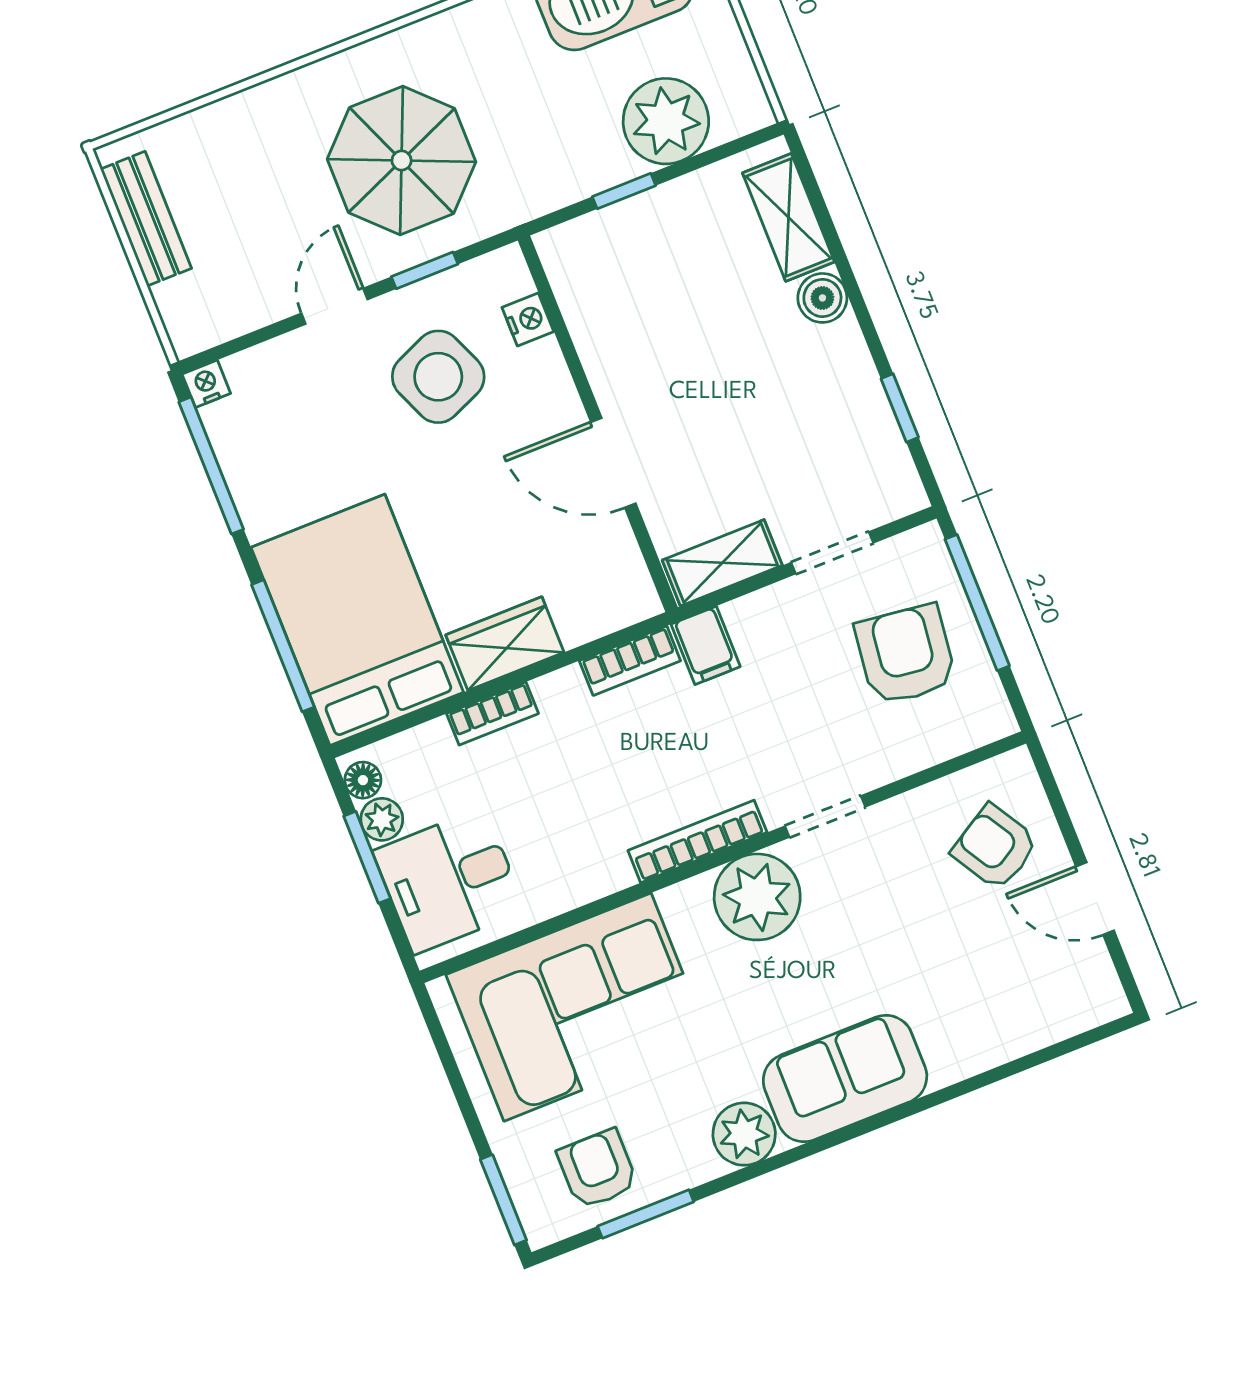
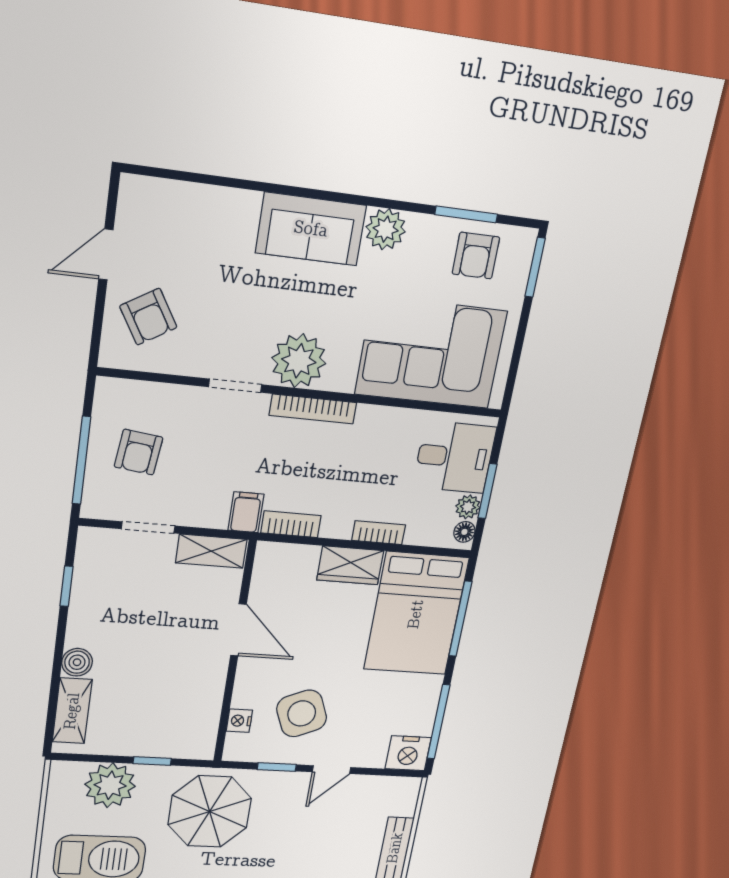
parasol: (402, 160) -> (210, 812), moved
nightstand: (206, 384) -> (408, 753), width x1.89, depth x1.79
armchair: (906, 655) -> (139, 452), width x0.72, depth x0.72
door: (1095, 898) -> (106, 255), swing flipped

